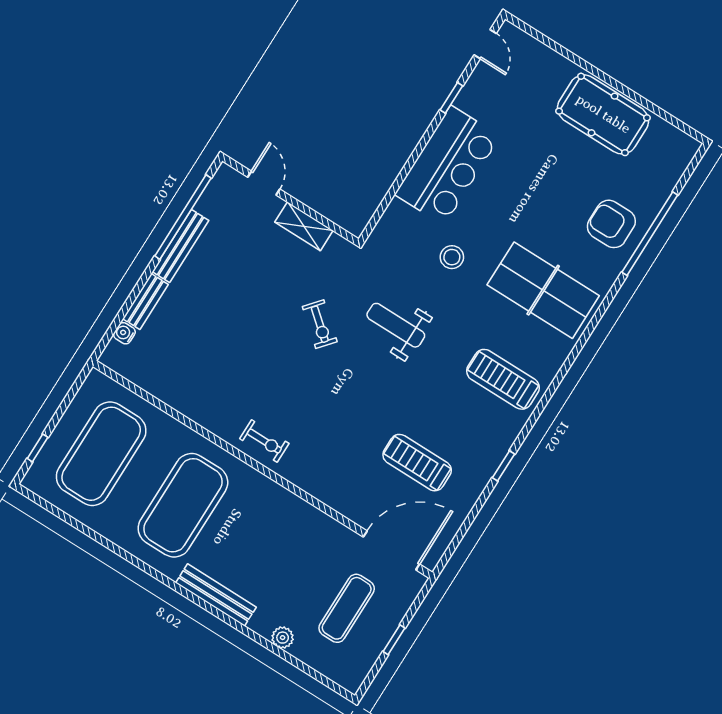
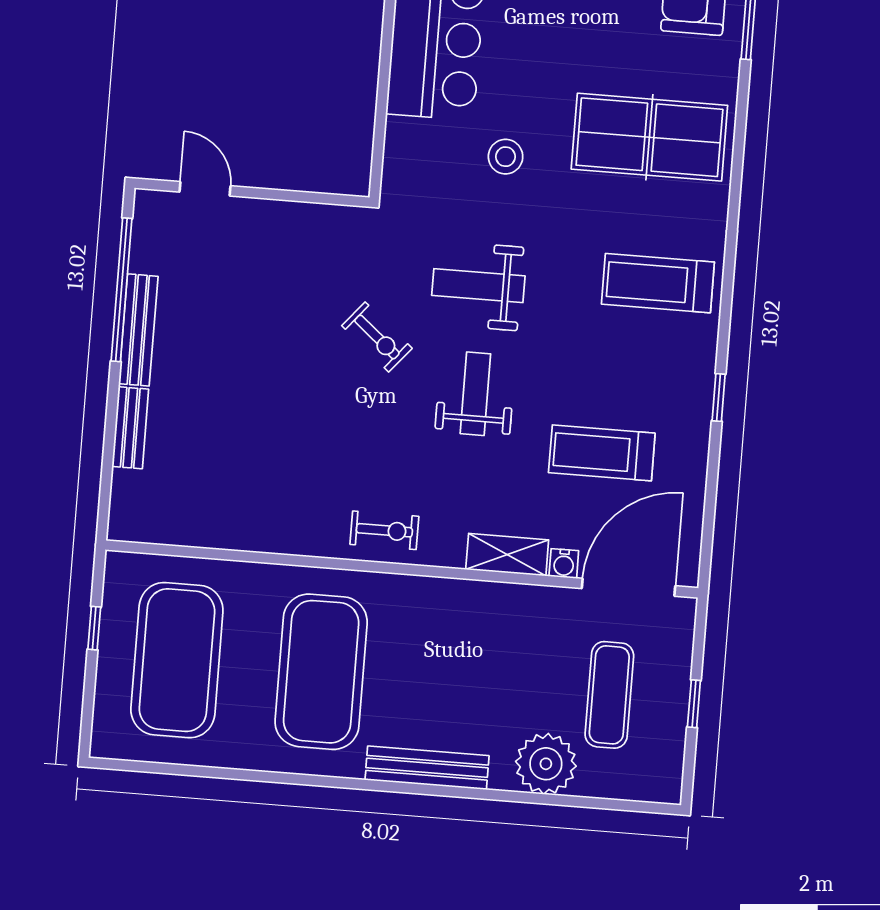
shelving: (304, 226) -> (507, 555), moved
water cooler: (124, 333) -> (564, 563), moved, turned -90
weight bench: (361, 388) -> (475, 394), added
window: (38, 448) -> (94, 628), moved
plant: (283, 638) -> (546, 764), width x1.87, depth x1.87

